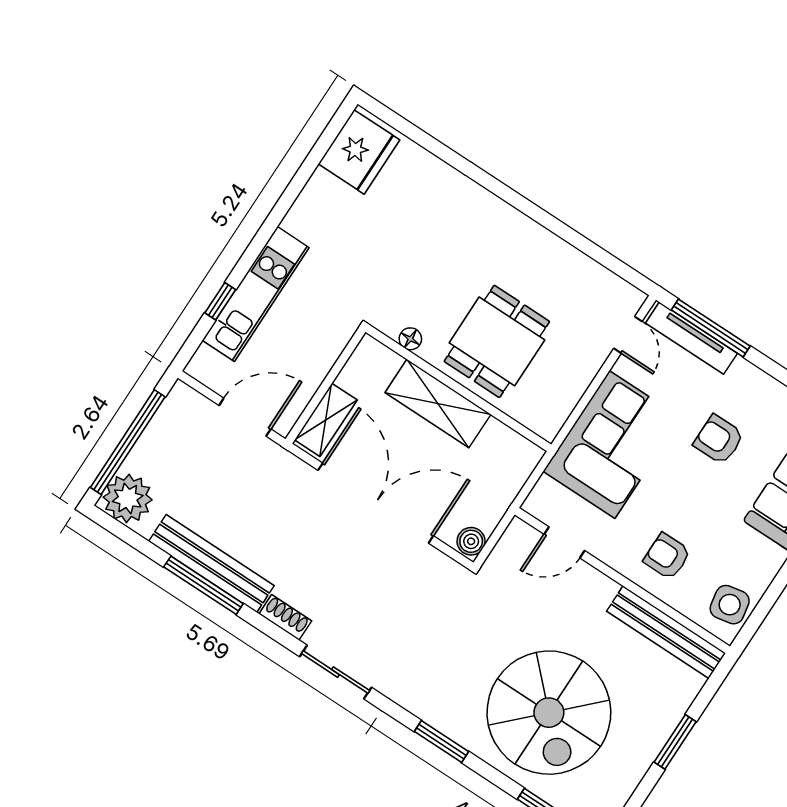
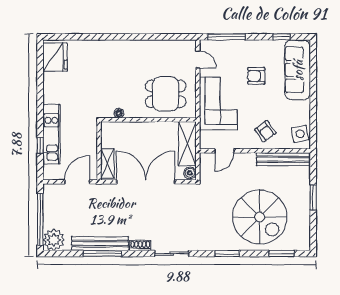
tv unit: (691, 338) -> (222, 45), removed
dining table: (497, 341) -> (166, 94), moved, turned 90
shelving: (438, 404) -> (187, 144), moved, turned 90
armchair: (667, 556) -> (265, 131), turned -126

